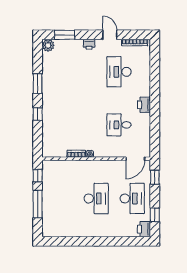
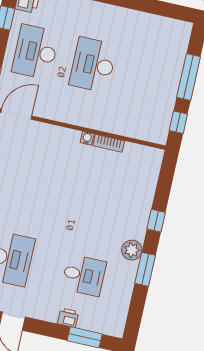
printer: (89, 44) -> (68, 318), moved
plant: (48, 45) -> (132, 250), moved
desk: (119, 125) -> (84, 275), moved

